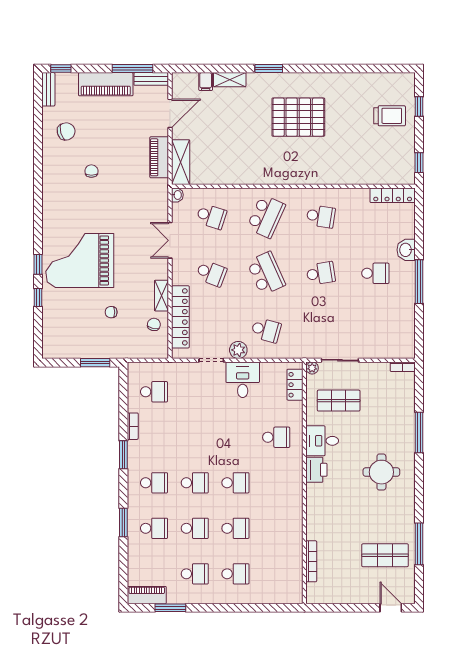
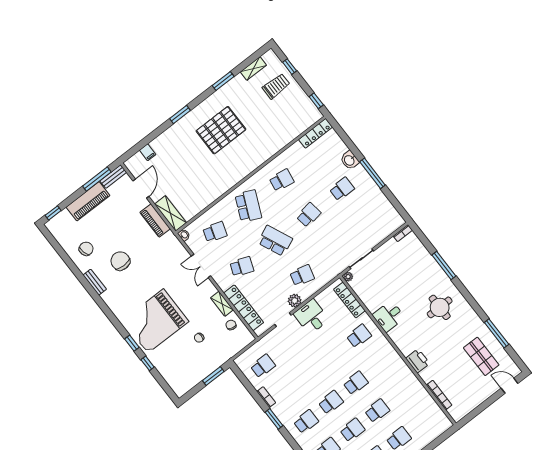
window: (340, 69) -> (223, 81), added
shelving: (230, 80) -> (253, 68), moved
bench: (48, 89) -> (95, 282), moved
chair: (91, 171) -> (120, 261), width x1.87, depth x1.87
locker: (295, 385) -> (349, 300), width x1.53
shop shelf: (339, 401) -> (380, 284), removed
printer: (316, 470) -> (418, 361), moved
shop shelf: (385, 555) -> (481, 356), turned 90

